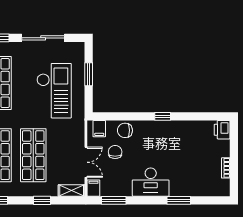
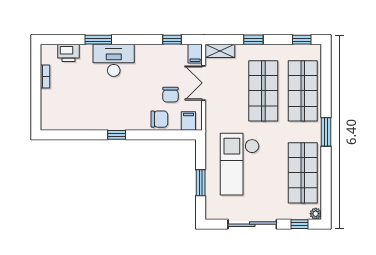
printer: (222, 130) -> (68, 53), moved, turned 90
desk: (151, 182) -> (114, 60), moved
window: (114, 200) -> (172, 40), width x0.67

